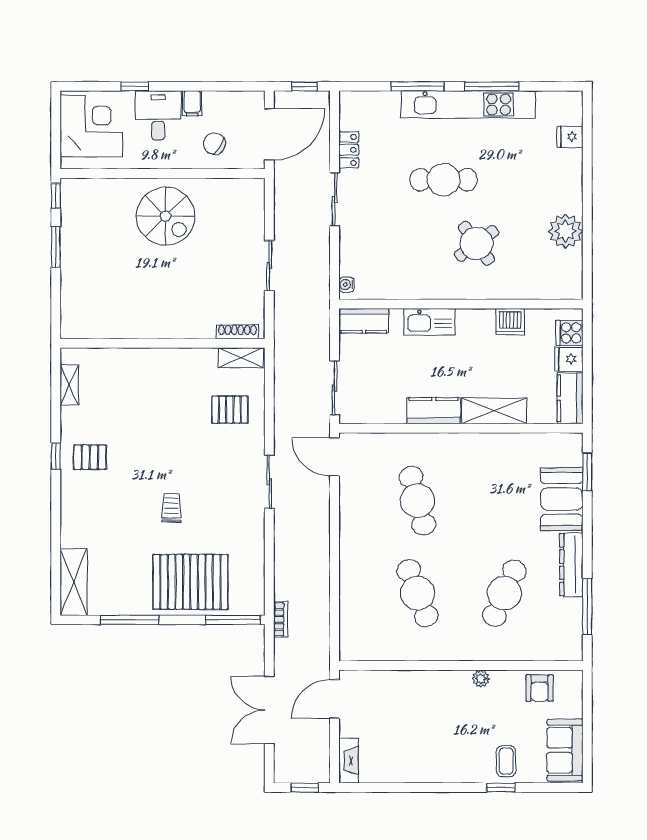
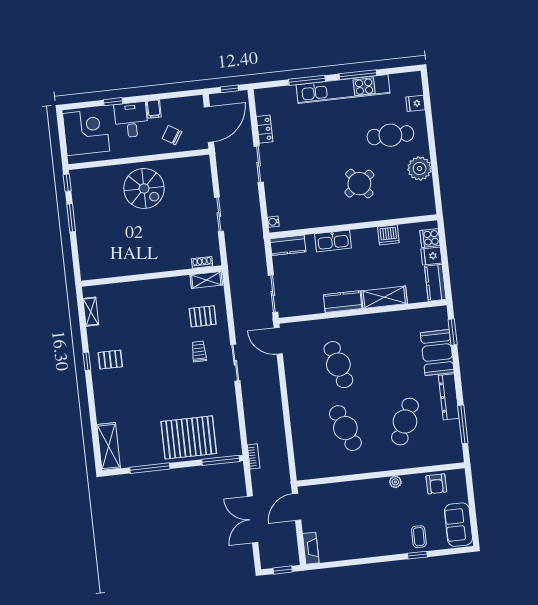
cafe table: (444, 180) -> (390, 135), moved
shoe rack: (237, 332) -> (202, 262), width x0.70
trolley: (171, 508) -> (199, 351), moved

